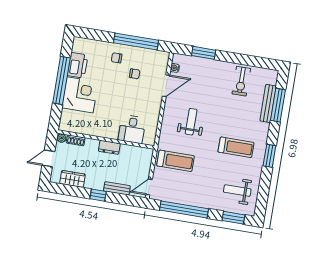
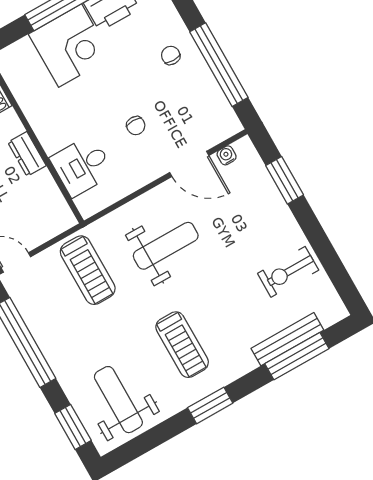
chair: (135, 74) -> (136, 126), moved
weight bench: (191, 122) -> (166, 246), width x1.36, depth x1.33
weight bench: (237, 191) -> (118, 400), width x1.36, depth x1.33

